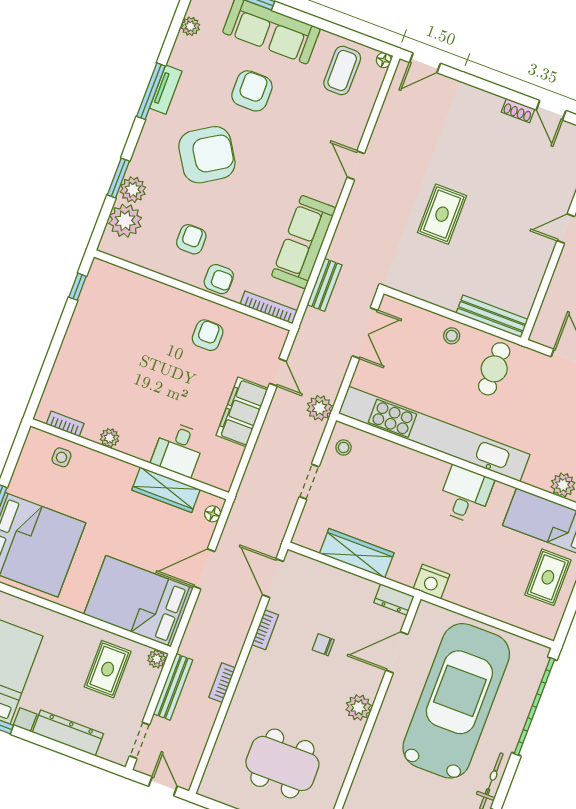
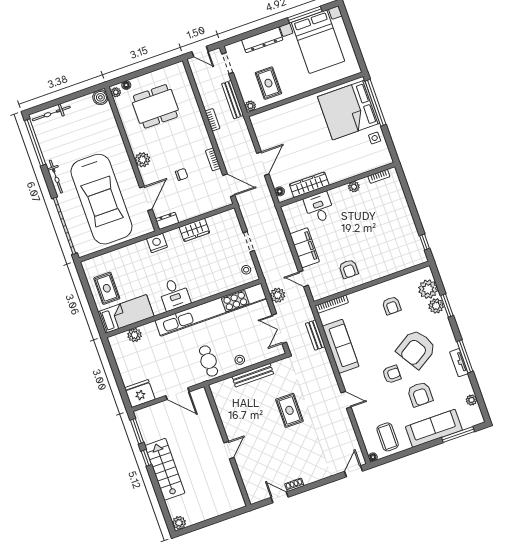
armchair: (219, 279) -> (392, 374), moved, turned 180
bench: (492, 316) -> (253, 375), moved
plant: (320, 408) -> (278, 295), moved
side table: (61, 457) -> (375, 138), moved
wardrobe: (357, 553) -> (194, 230), width x0.67
bed: (138, 601) -> (280, 125), removed

